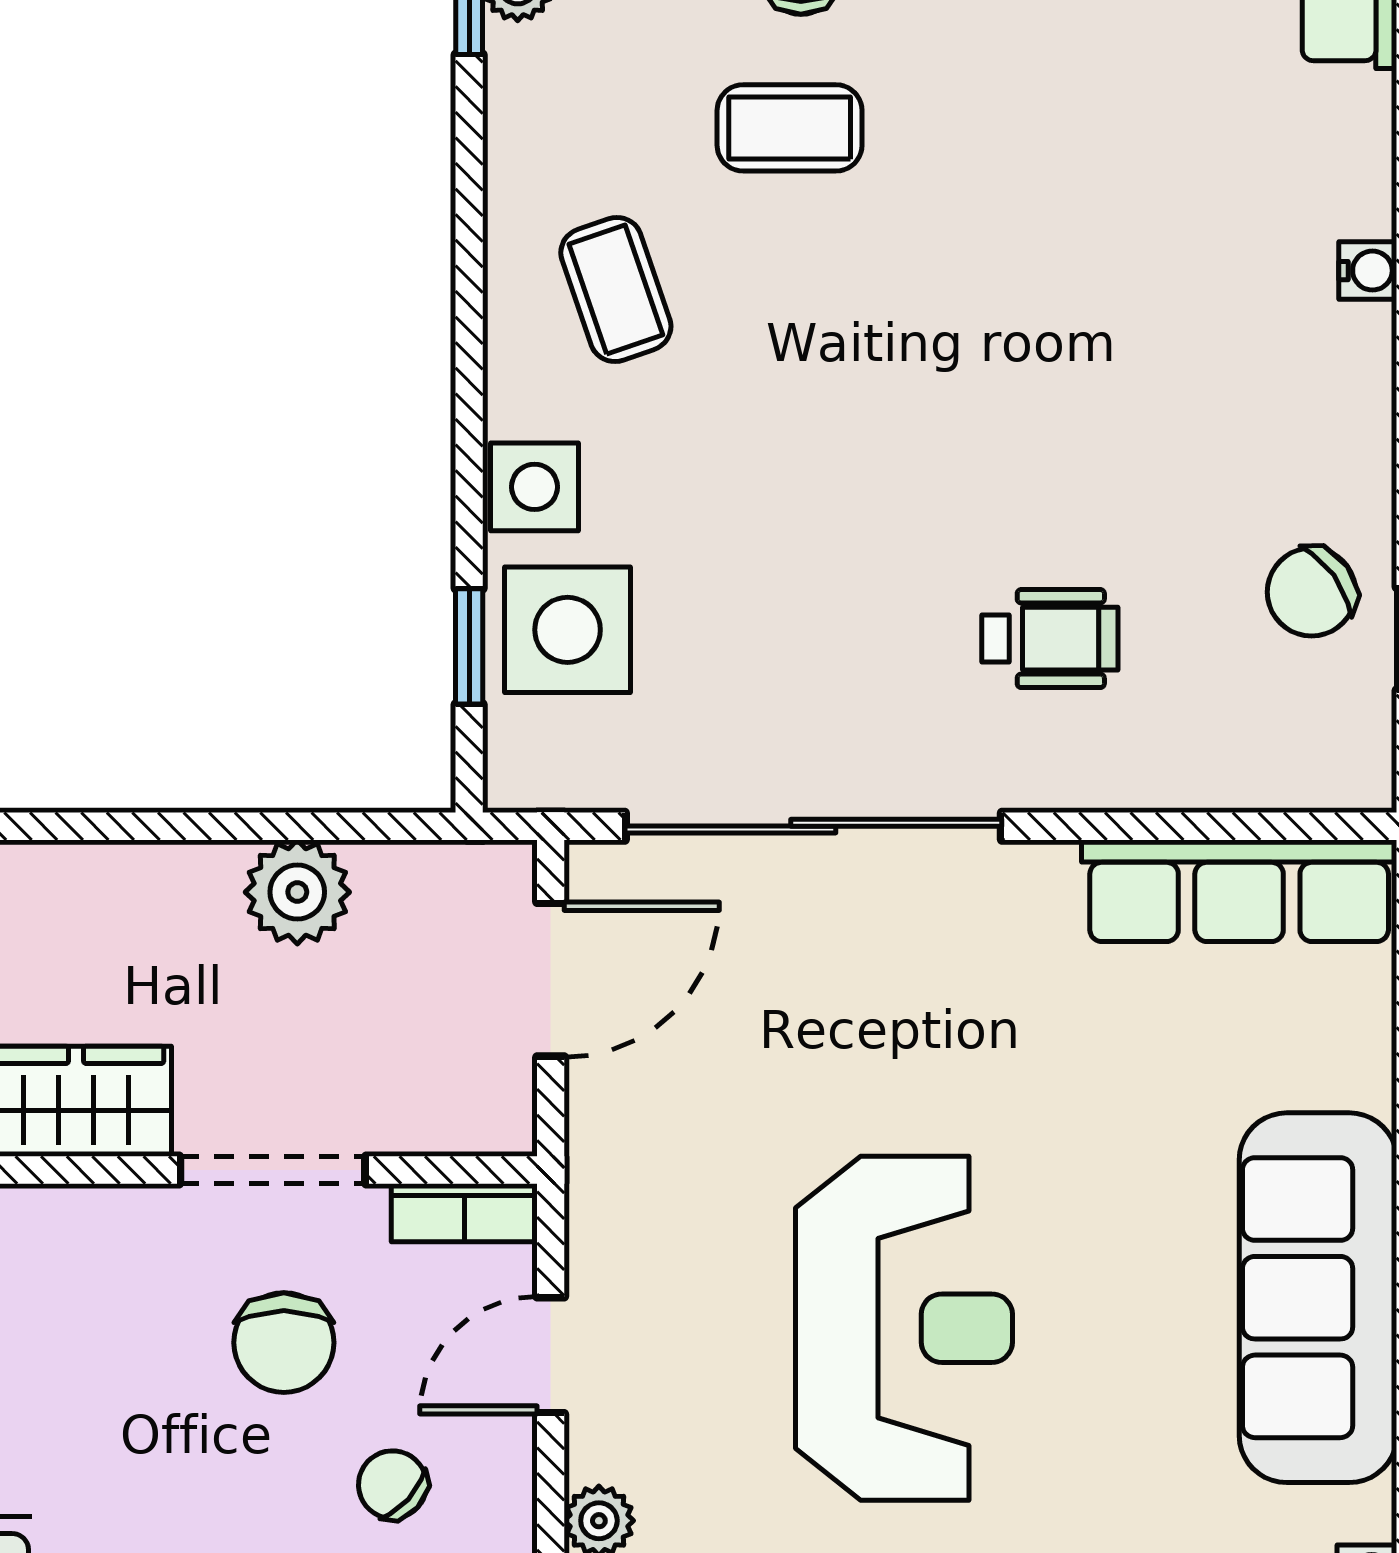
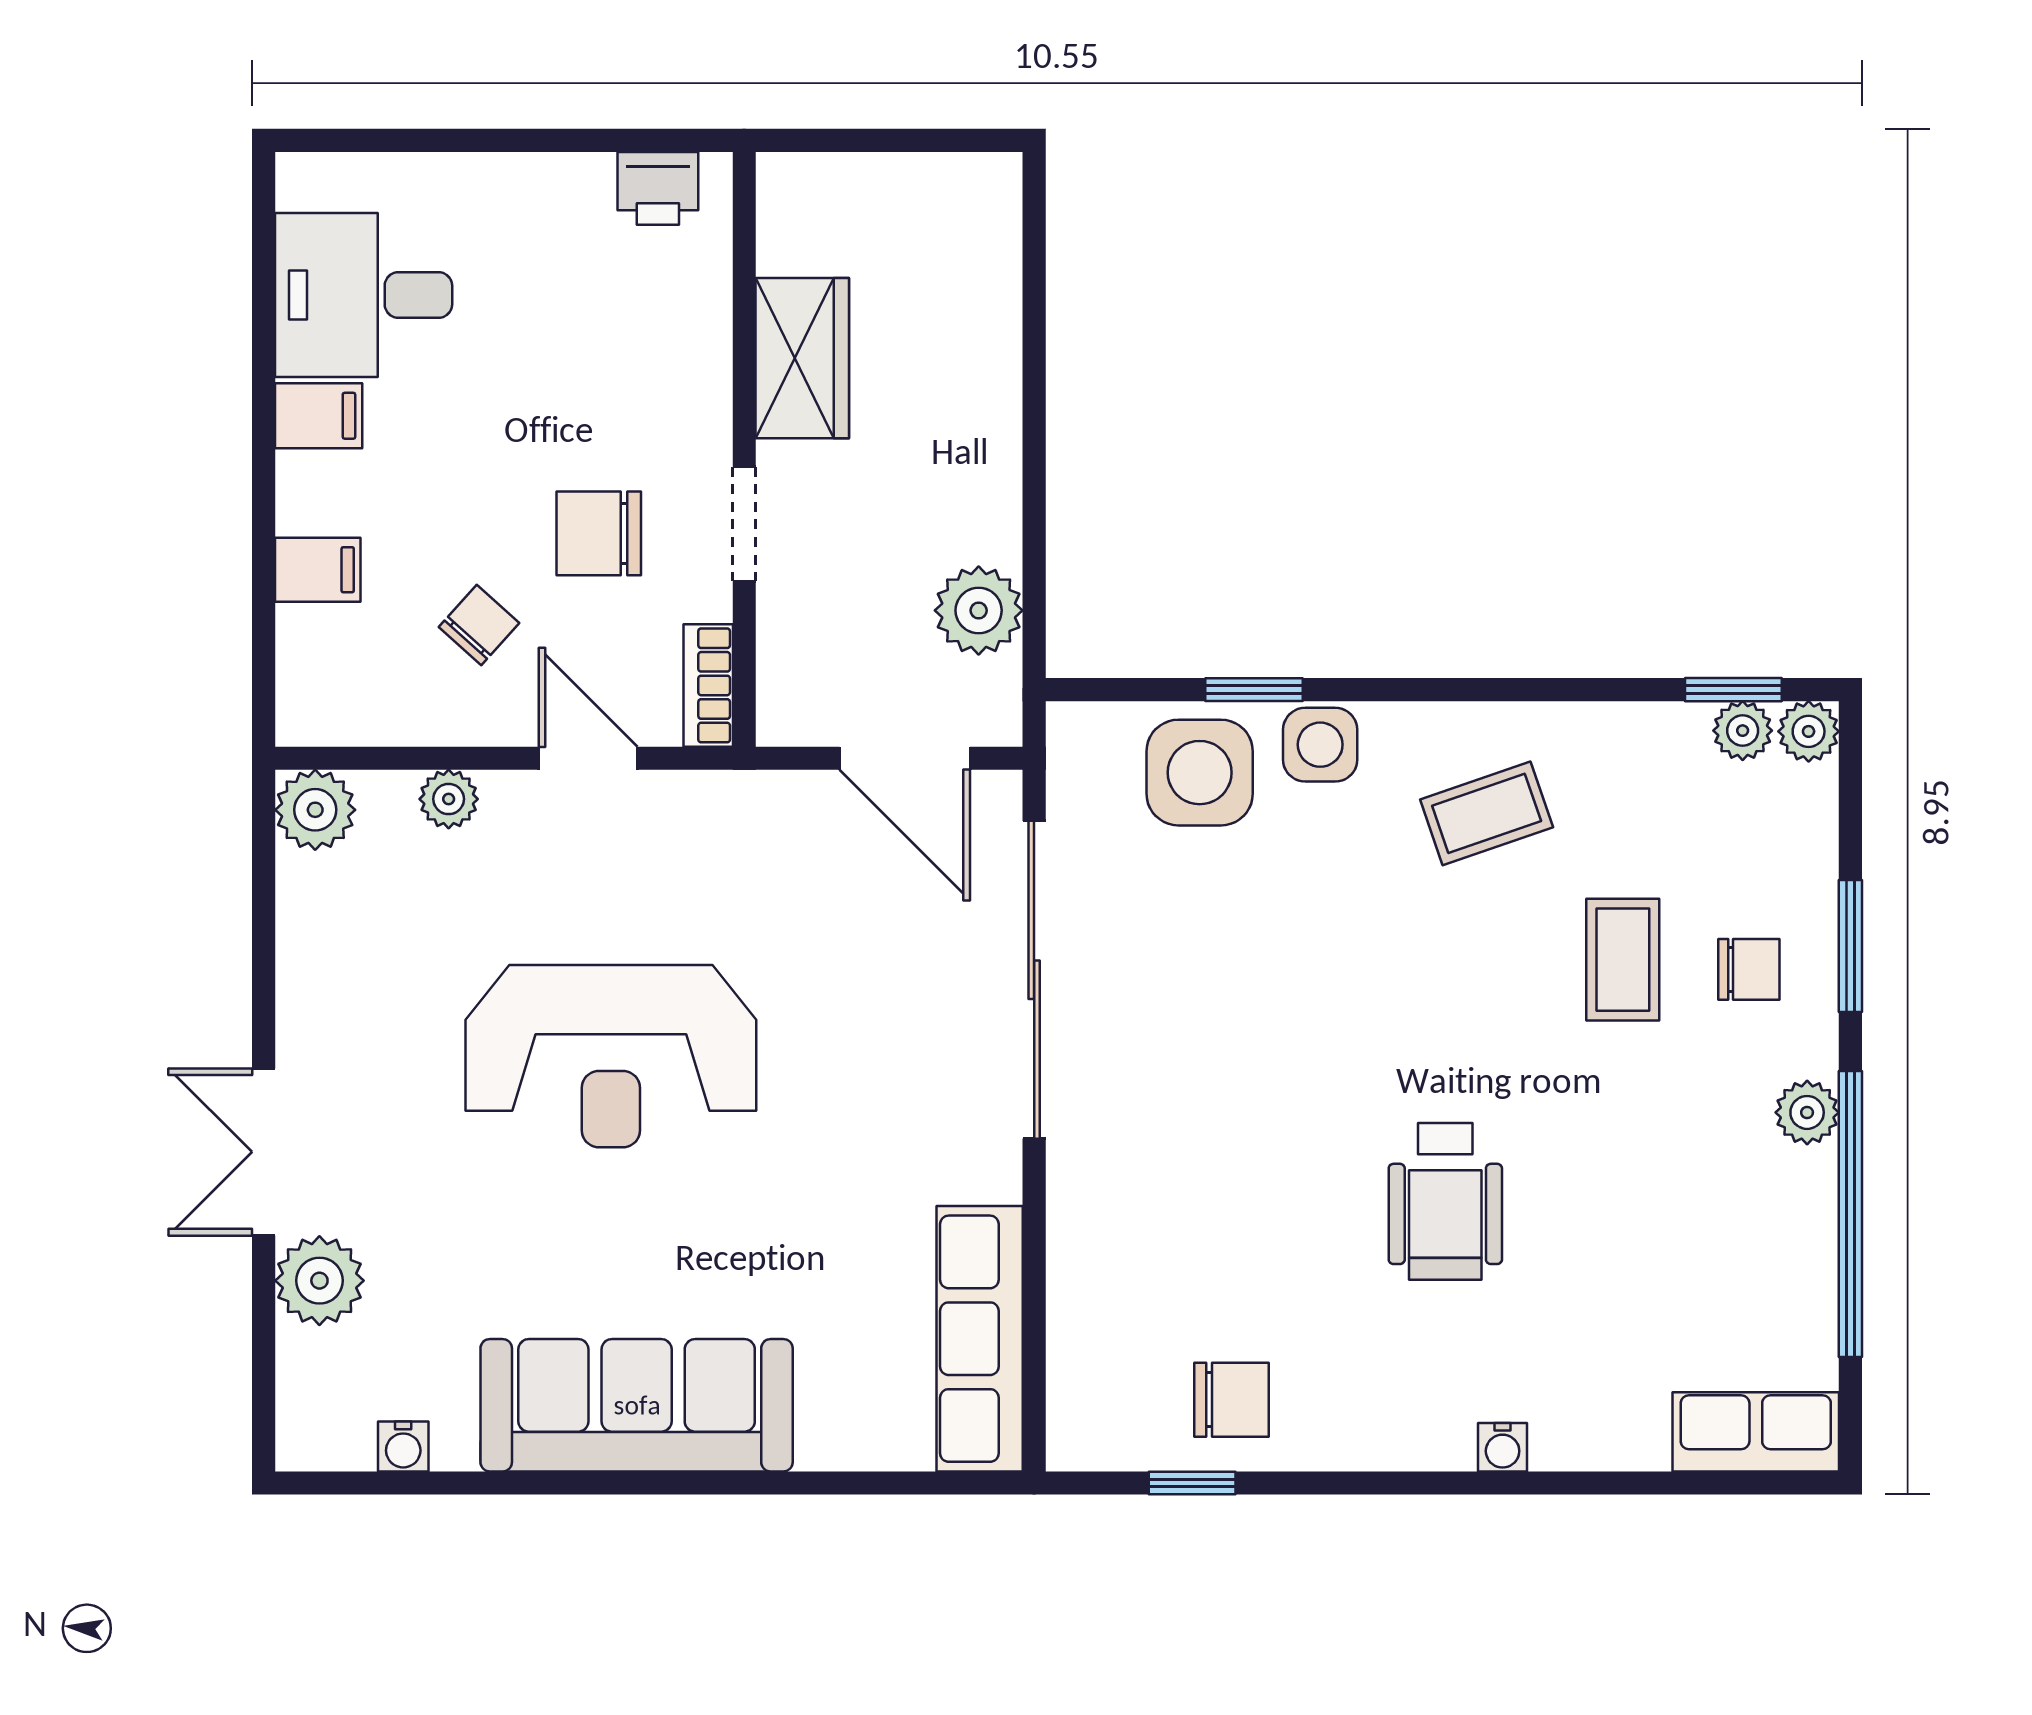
chair: (1312, 592) -> (1232, 1400), turned 126
wheelchair: (1050, 639) -> (1445, 1201), moved, width x1.36, depth x1.37
window: (469, 646) -> (1254, 690), moved
plant: (297, 892) -> (979, 610), moved
doorway: (273, 1170) -> (744, 524), width x0.73

